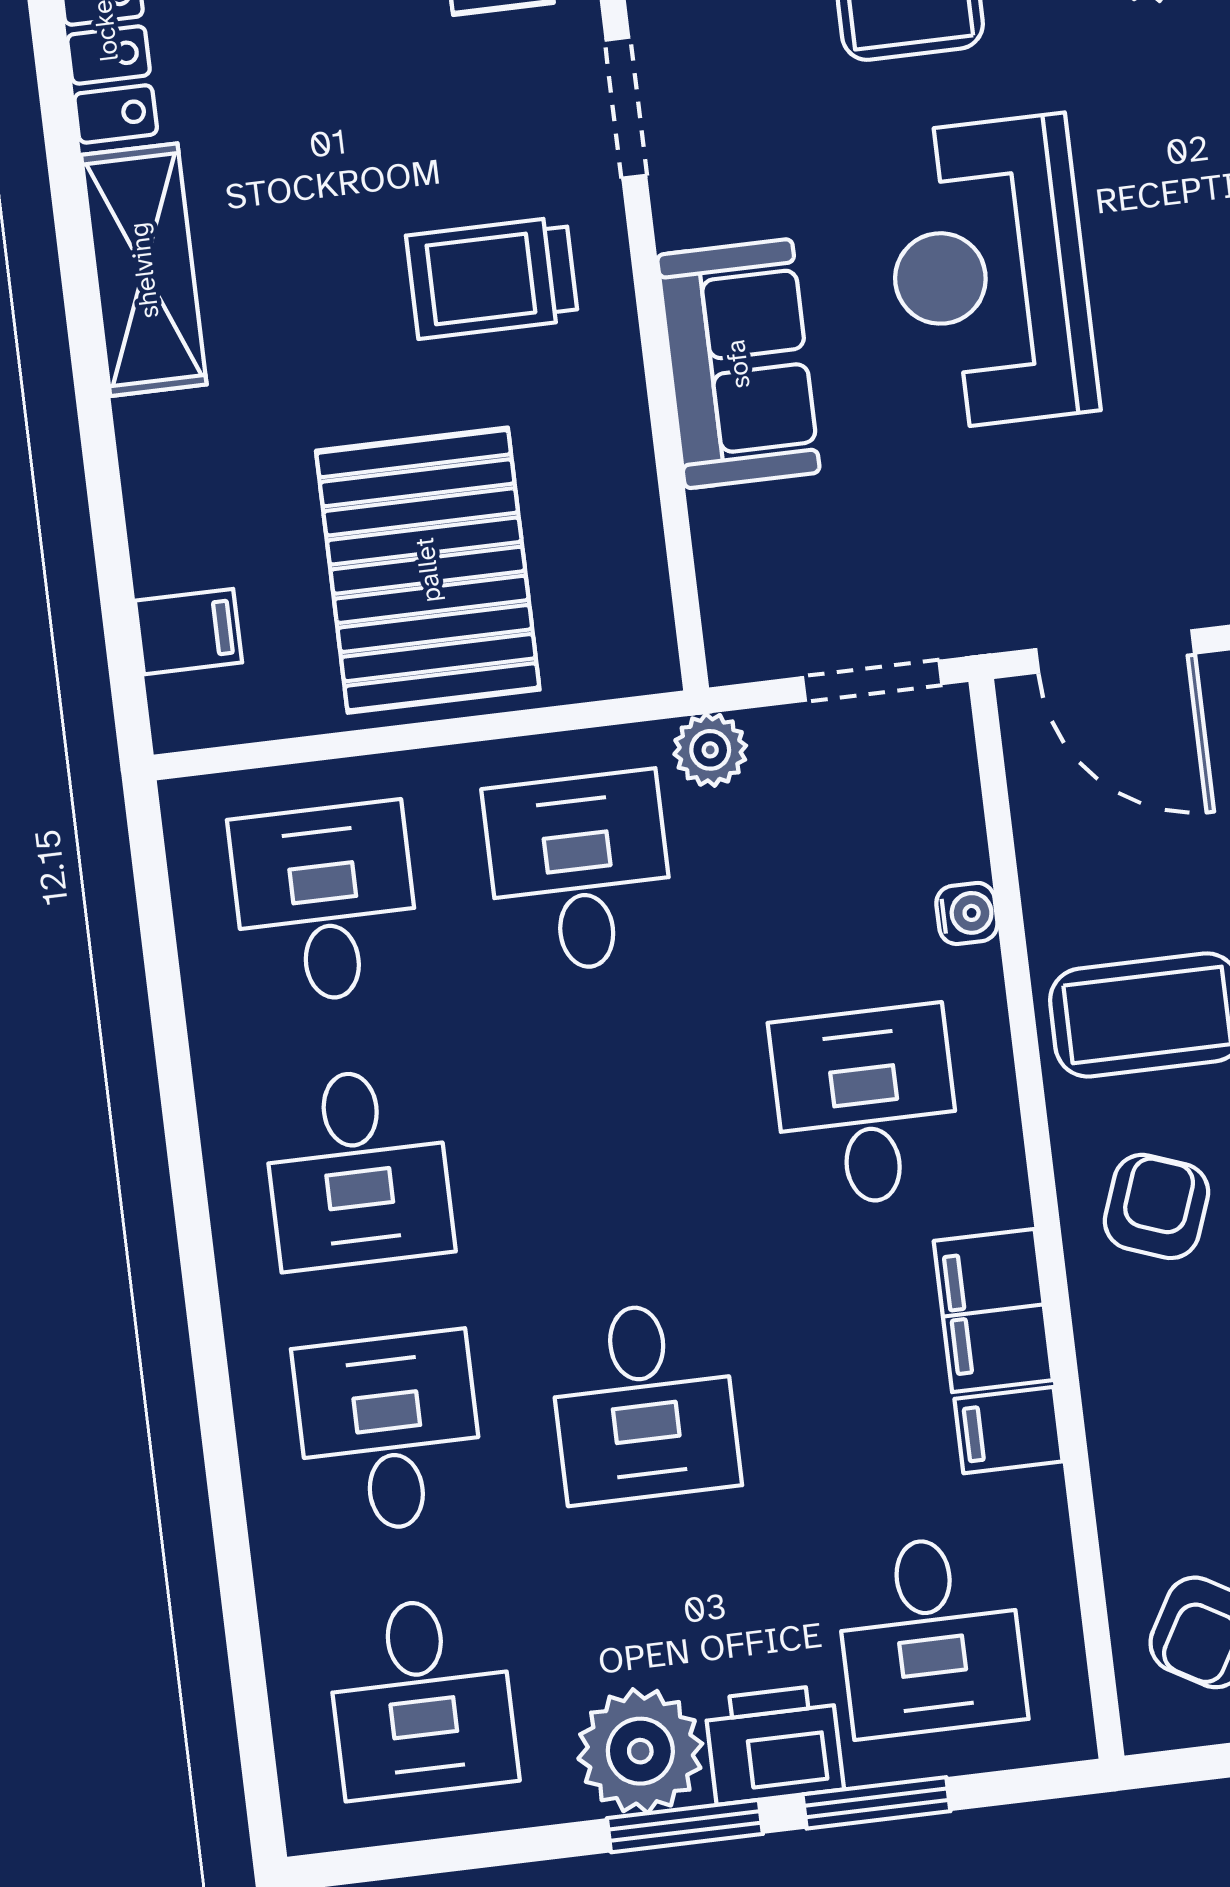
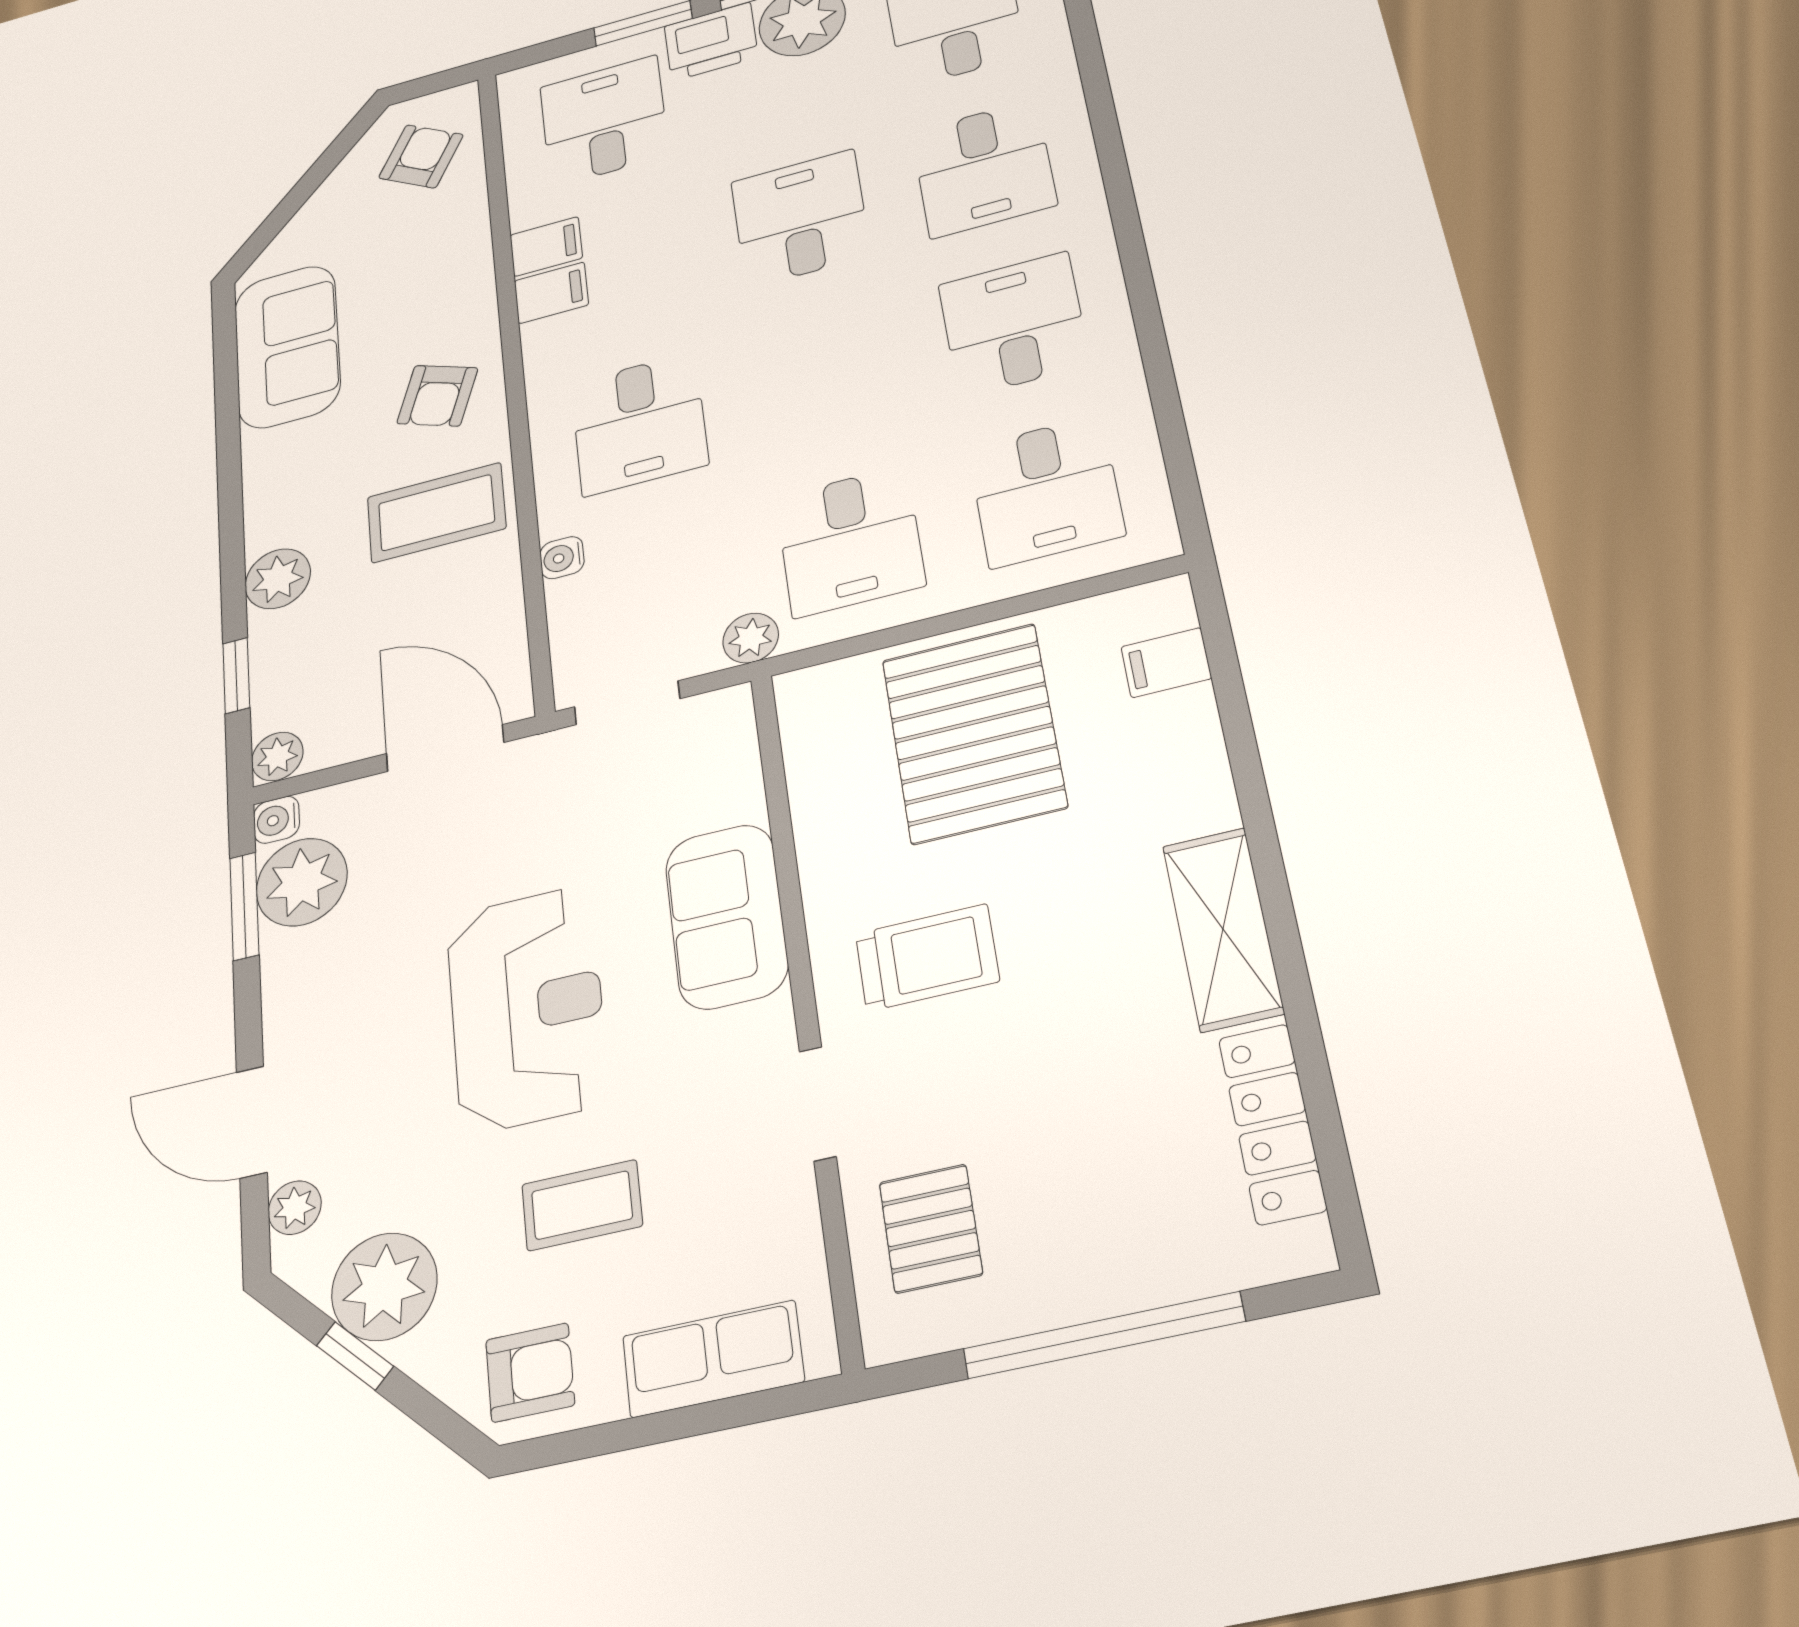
filing cabinet: (993, 1310) -> (551, 293), width x0.50

